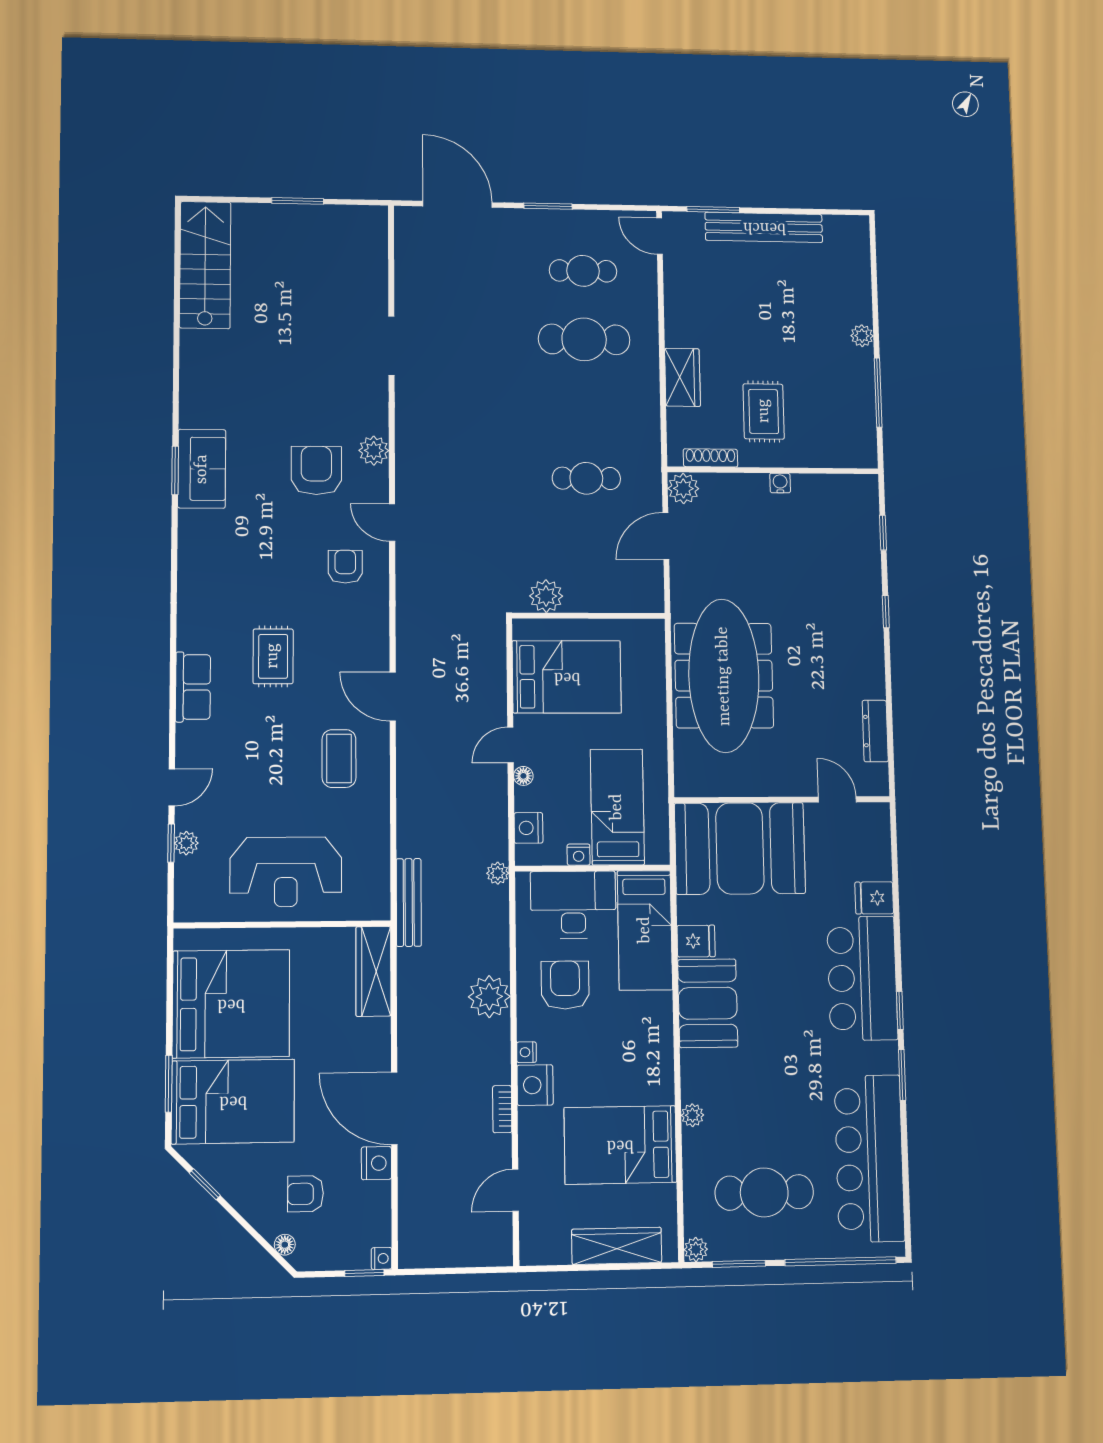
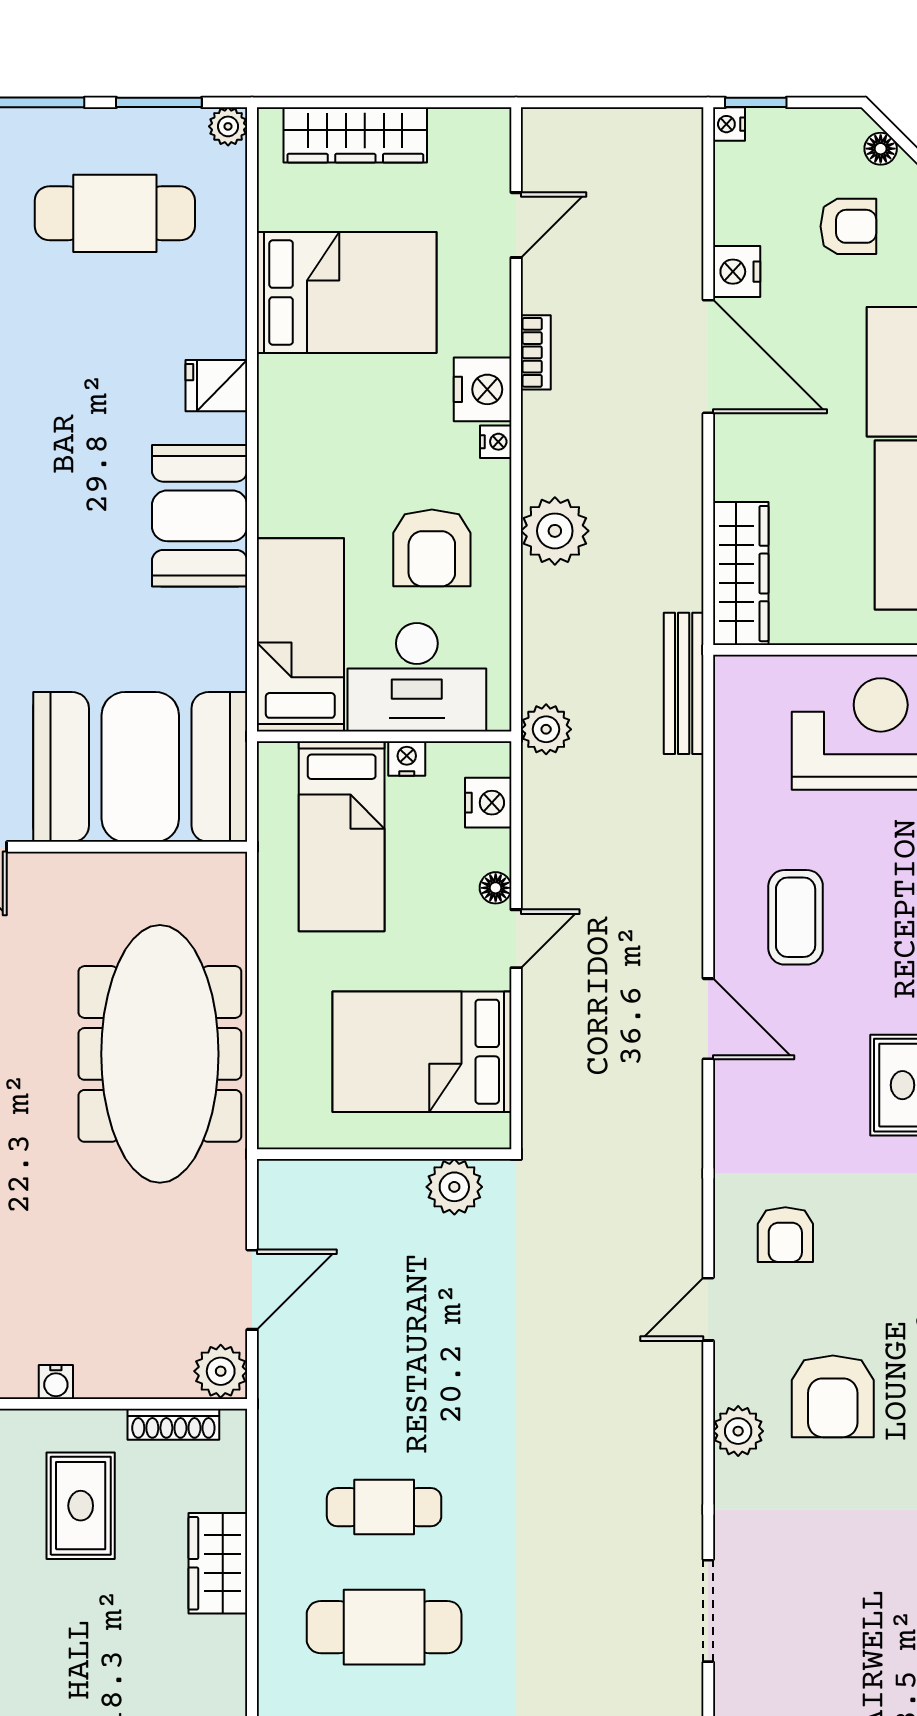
cafe table: (586, 478) -> (384, 1507), moved
door: (392, 523) -> (708, 1309), swing flipped
plant: (498, 873) -> (546, 729), width x1.38, depth x1.38
fridge: (696, 941) -> (216, 386), moved
plant: (692, 1115) -> (229, 337), removed

